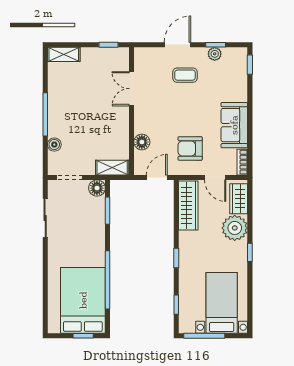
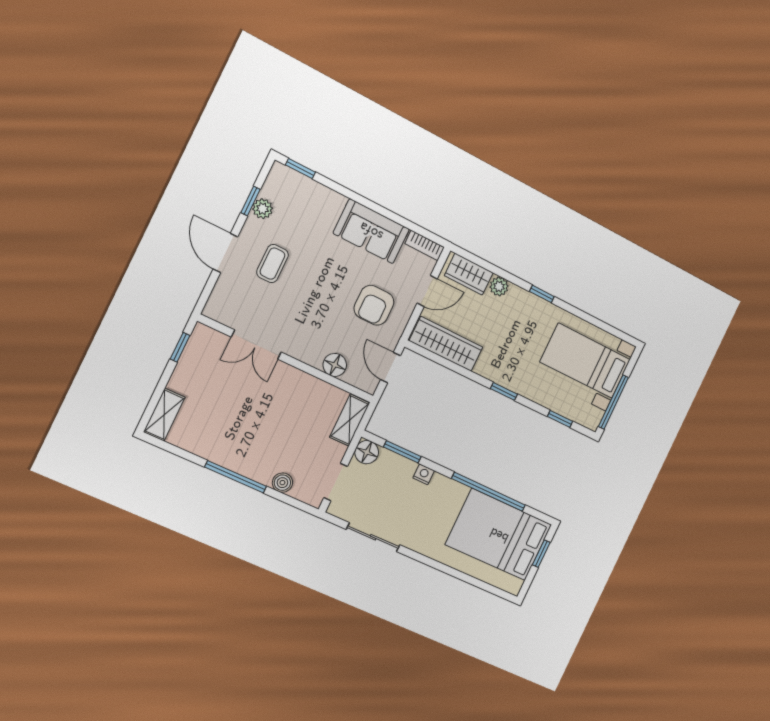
plant: (235, 228) -> (499, 286), width x0.53, depth x0.53
nightstand: (100, 231) -> (424, 474), added

